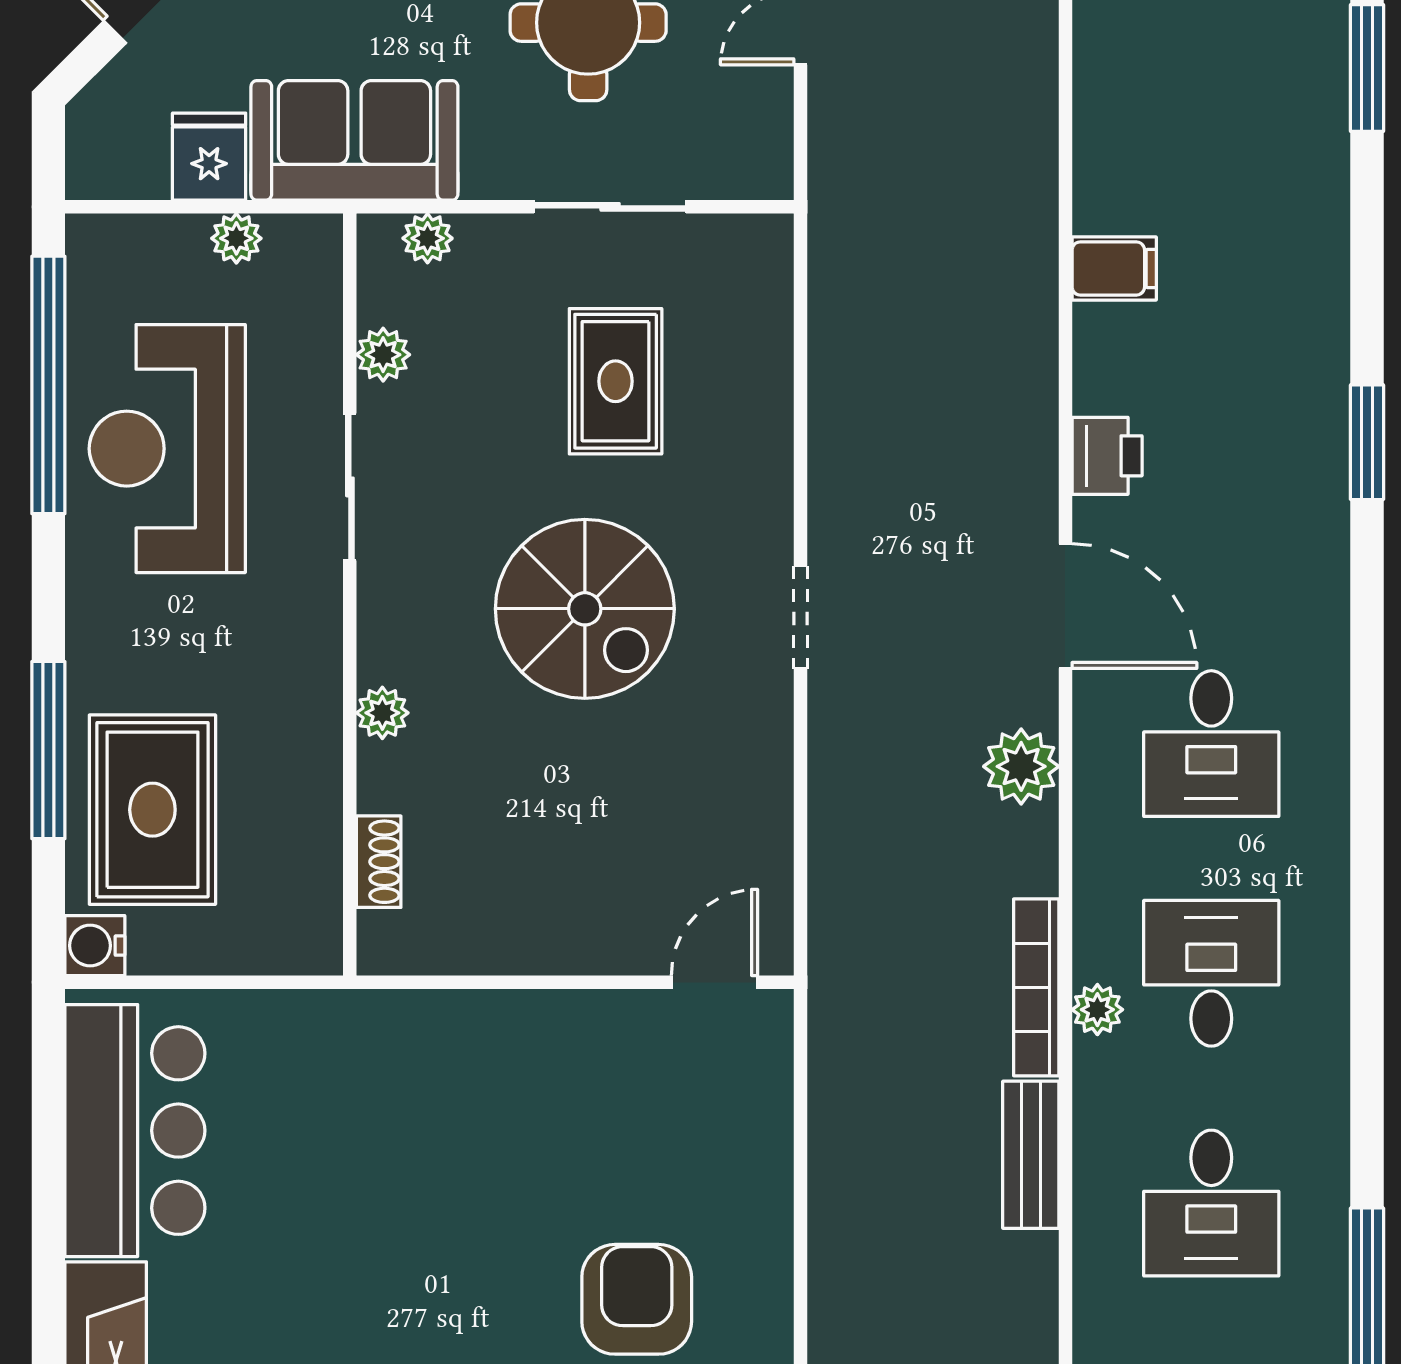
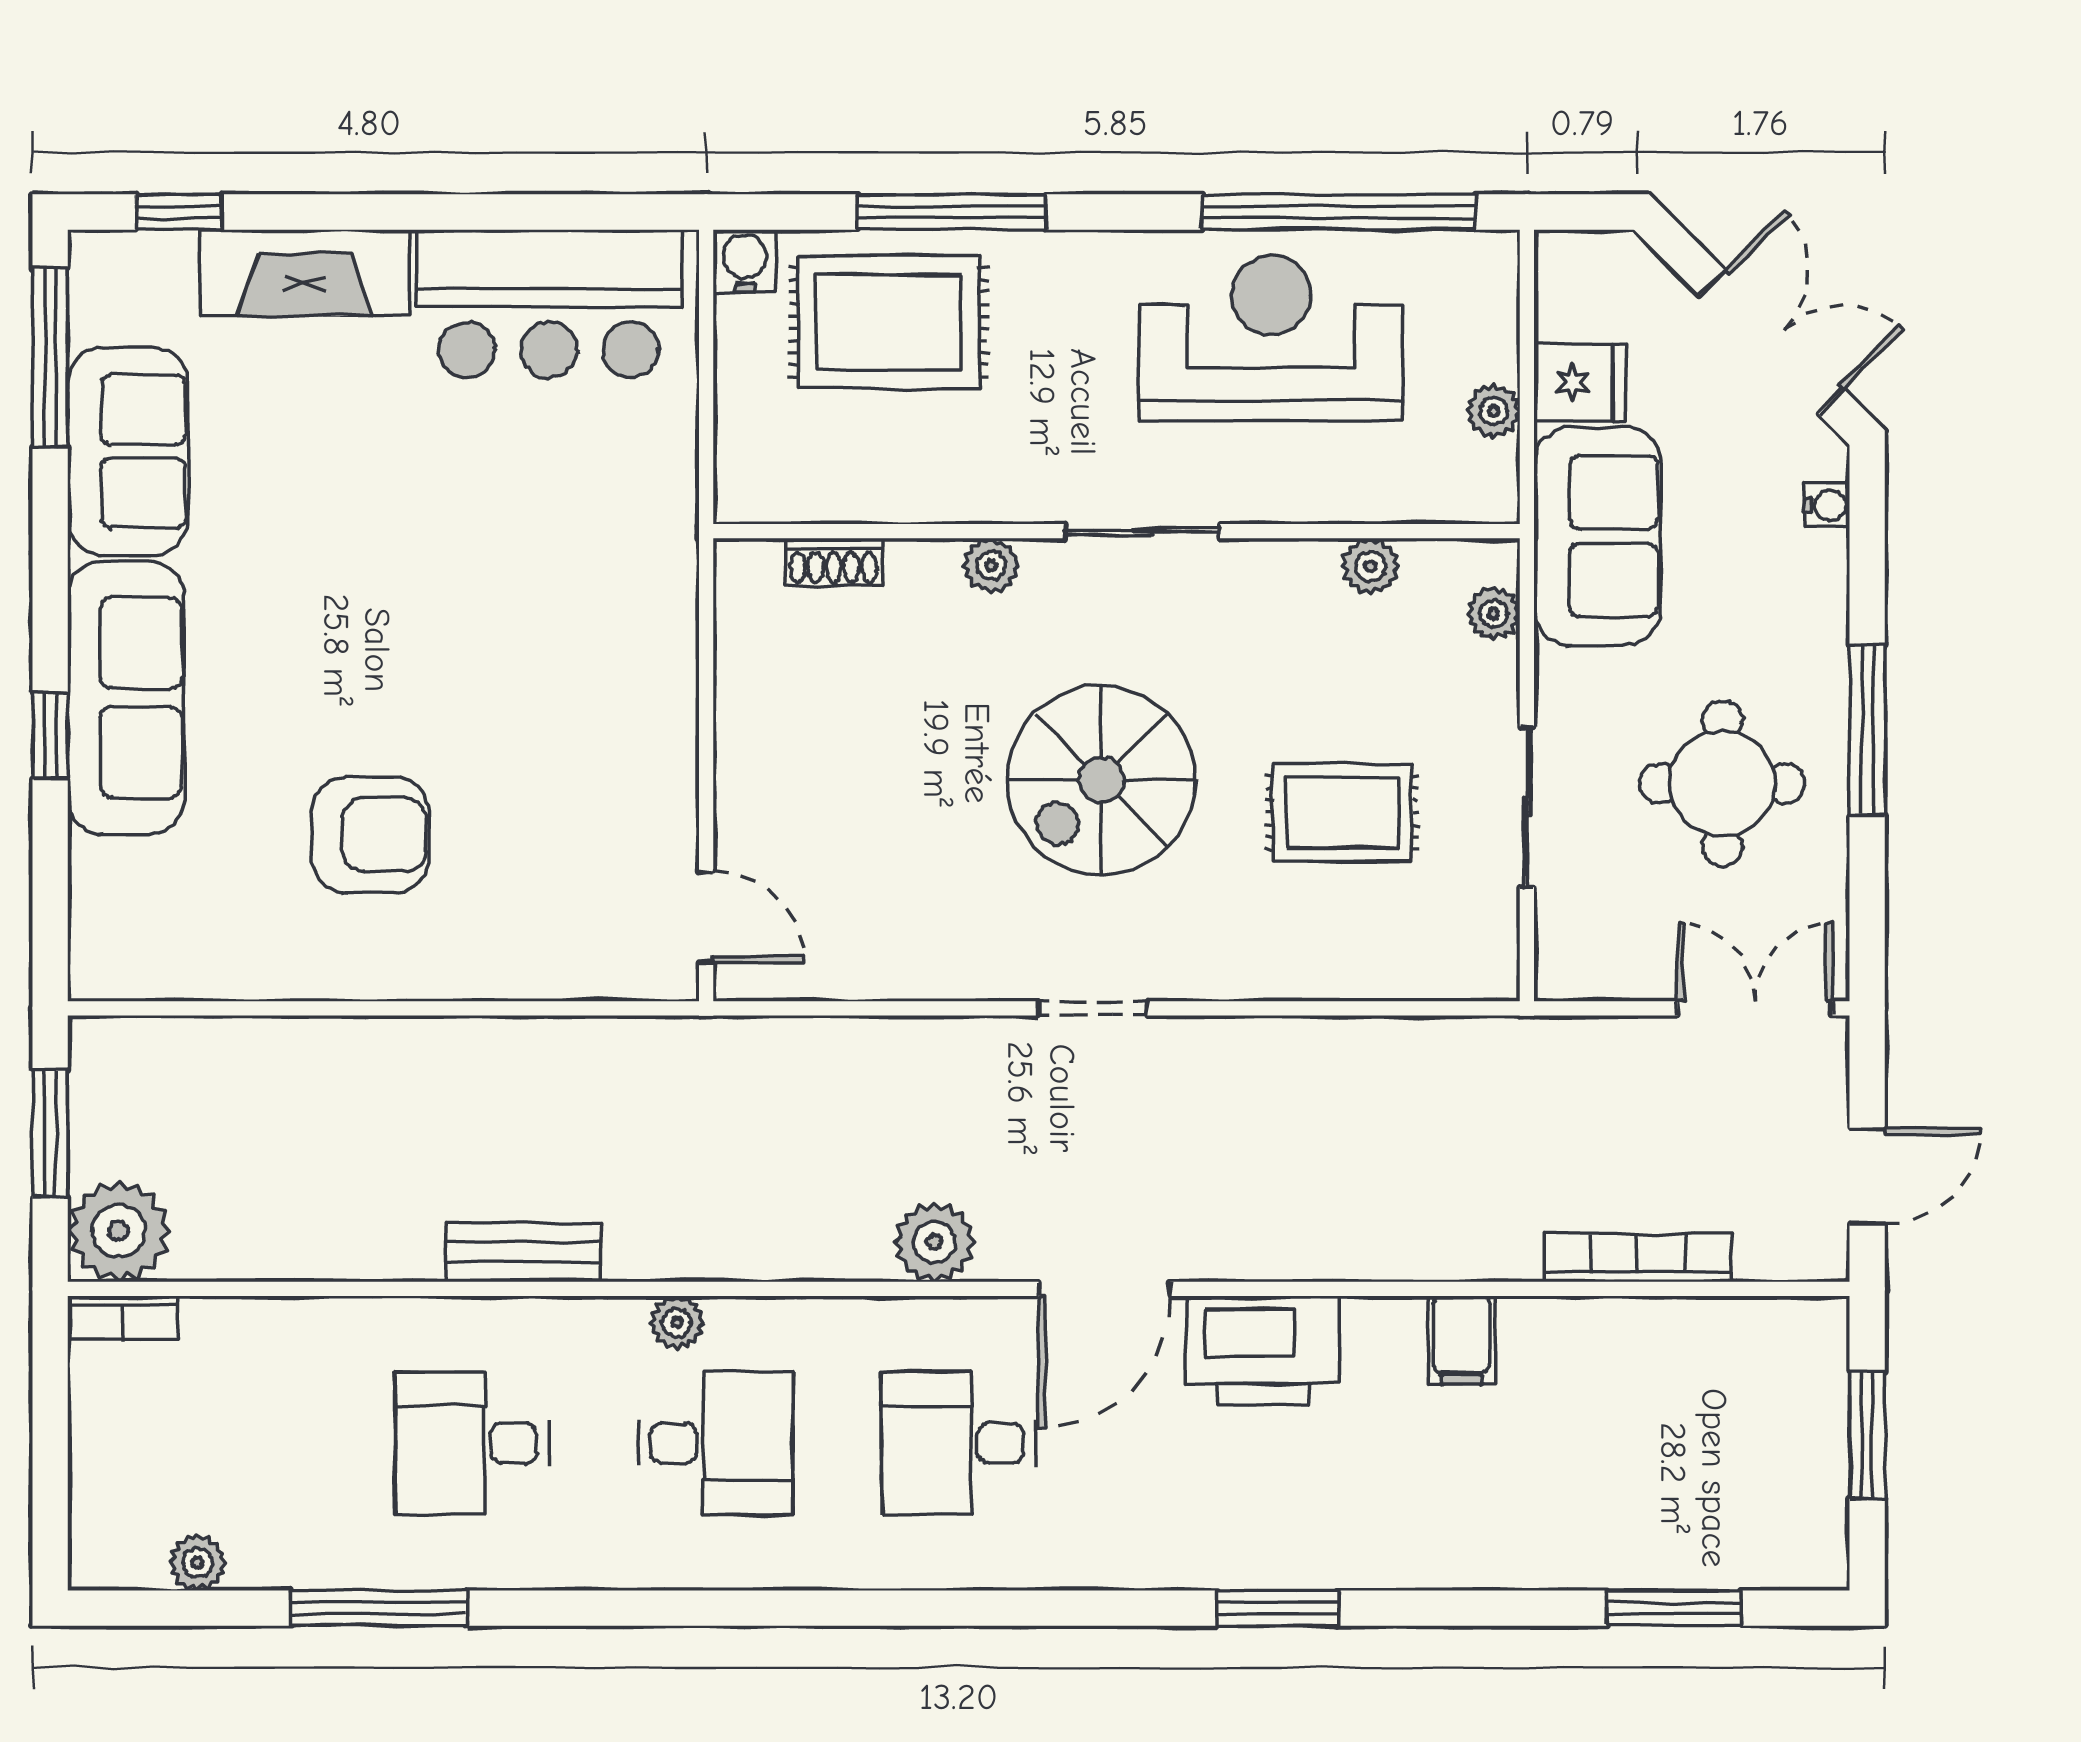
printer: (1107, 456) -> (1263, 1351), width x1.87, depth x1.48
sliding door: (350, 487) -> (1142, 531), moved
bookcase: (1036, 987) -> (1637, 1258), moved

